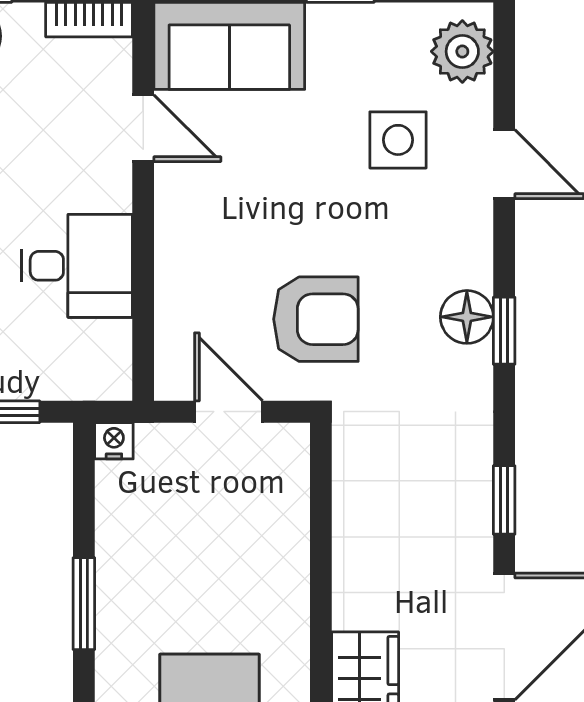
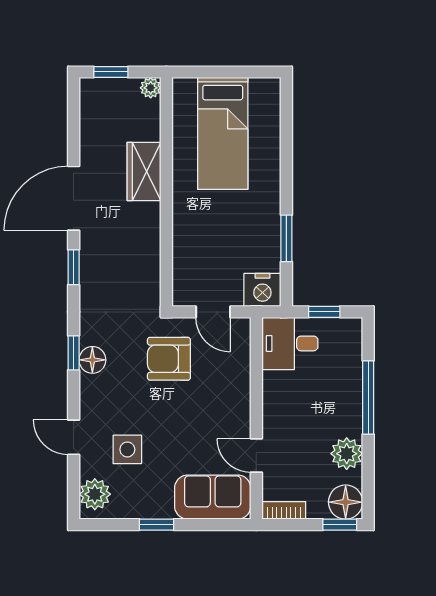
desk: (77, 266) -> (290, 343), moved
nightstand: (114, 441) -> (262, 290), width x1.89, depth x1.79
window: (84, 604) -> (286, 238), moved

